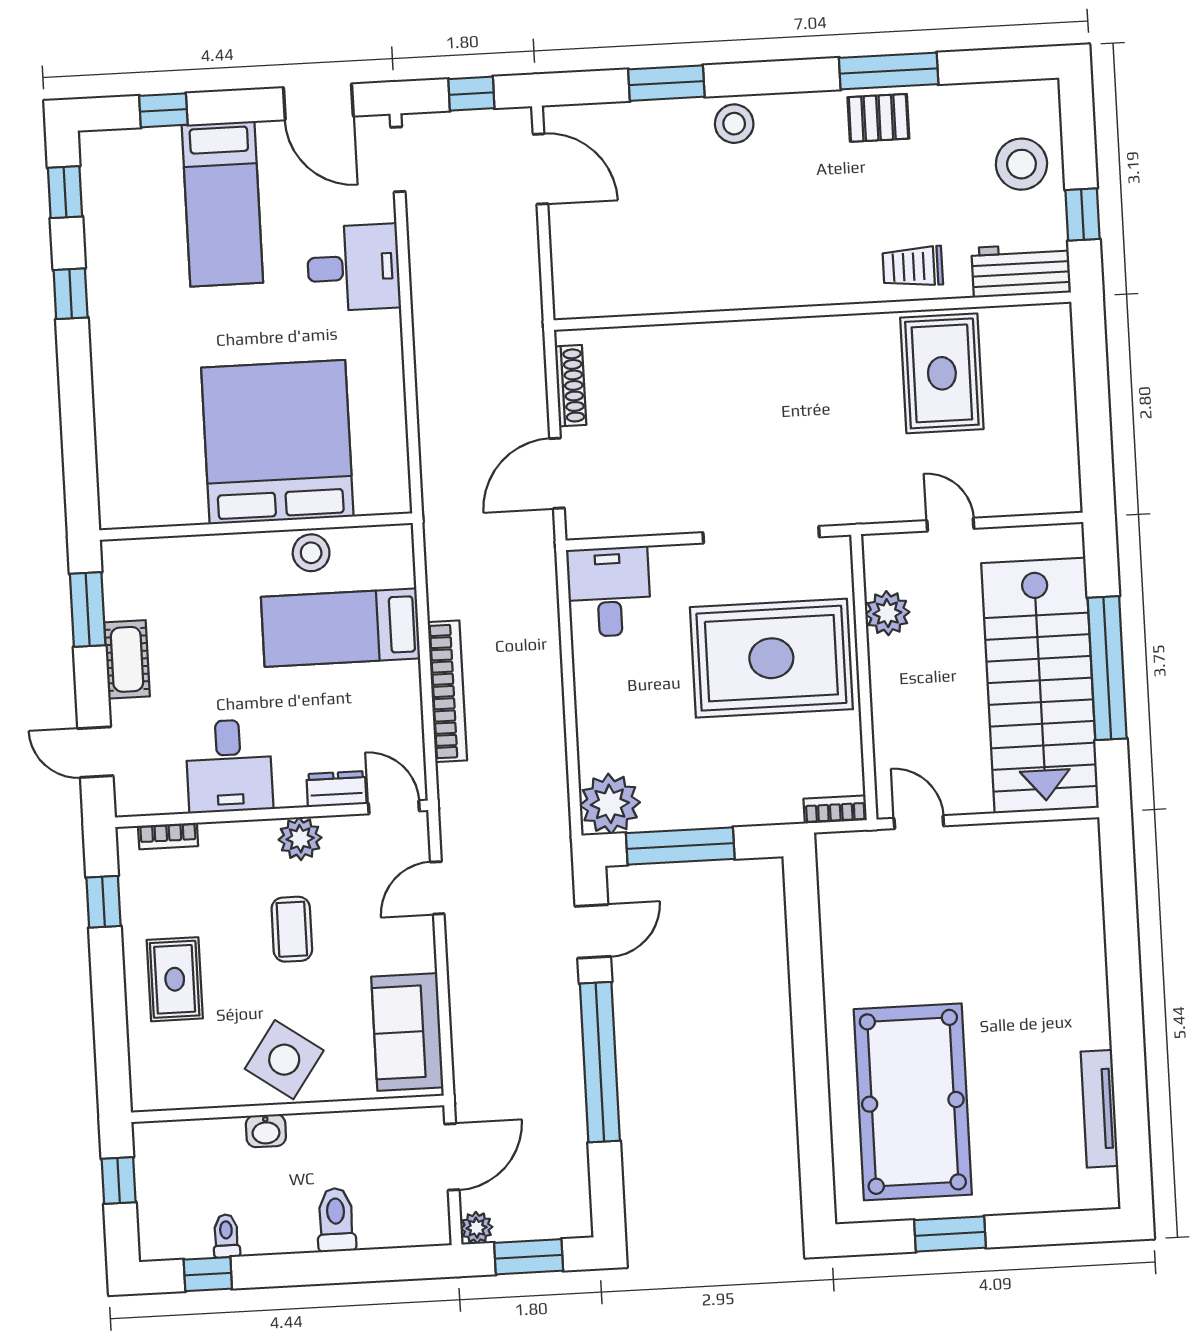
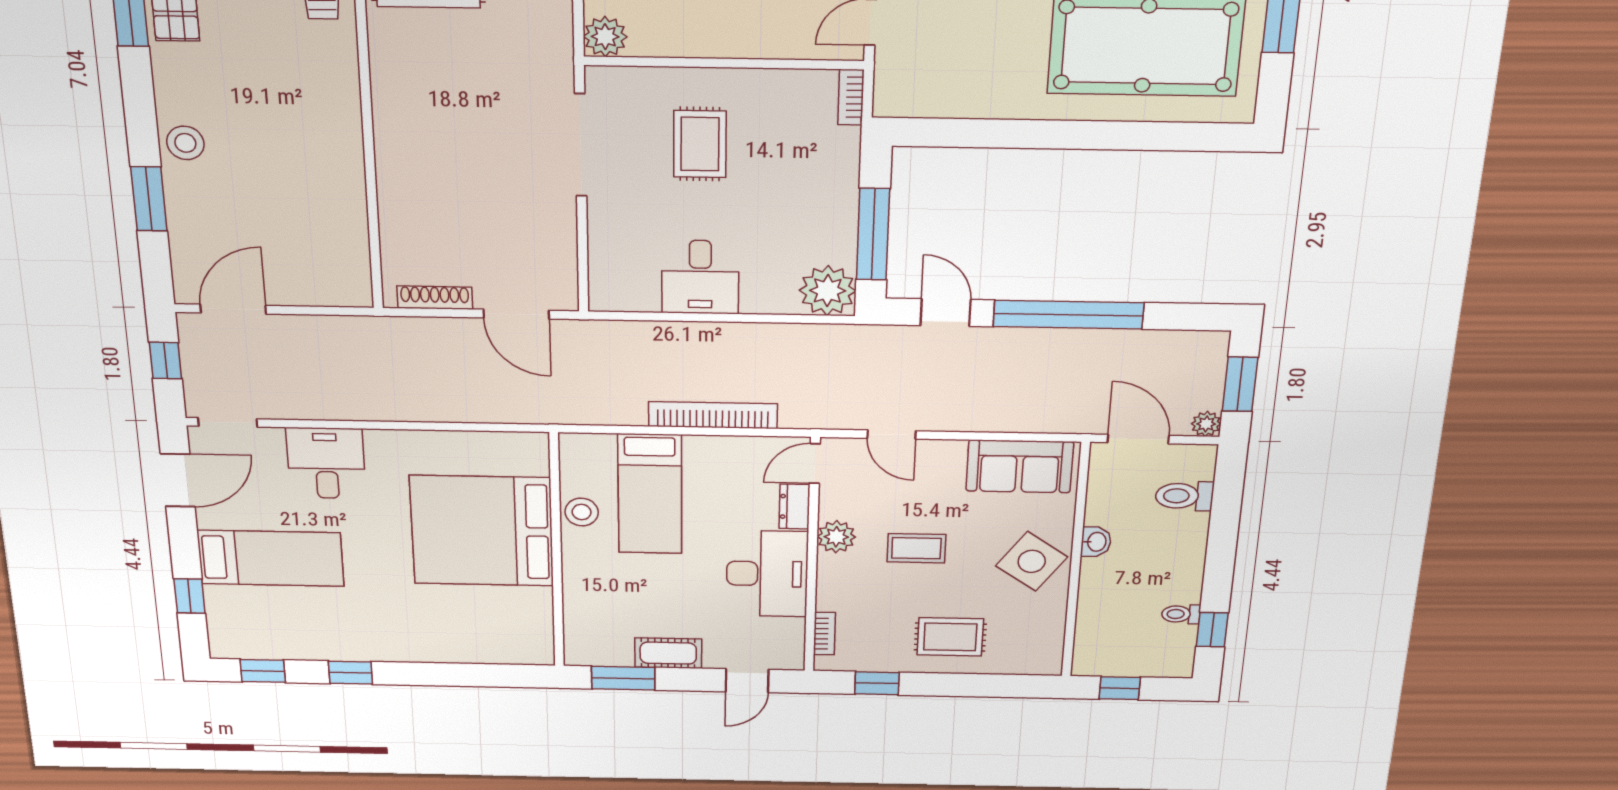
desk: (609, 592) -> (700, 277), moved, turned -90
plant: (887, 613) -> (605, 37), moved
rug: (771, 658) -> (700, 144), width x0.54, depth x0.49
desk: (229, 766) -> (767, 574), width x1.37
washbasin: (266, 1131) -> (1096, 542), moved
toilet: (336, 1220) -> (1184, 496), moved

